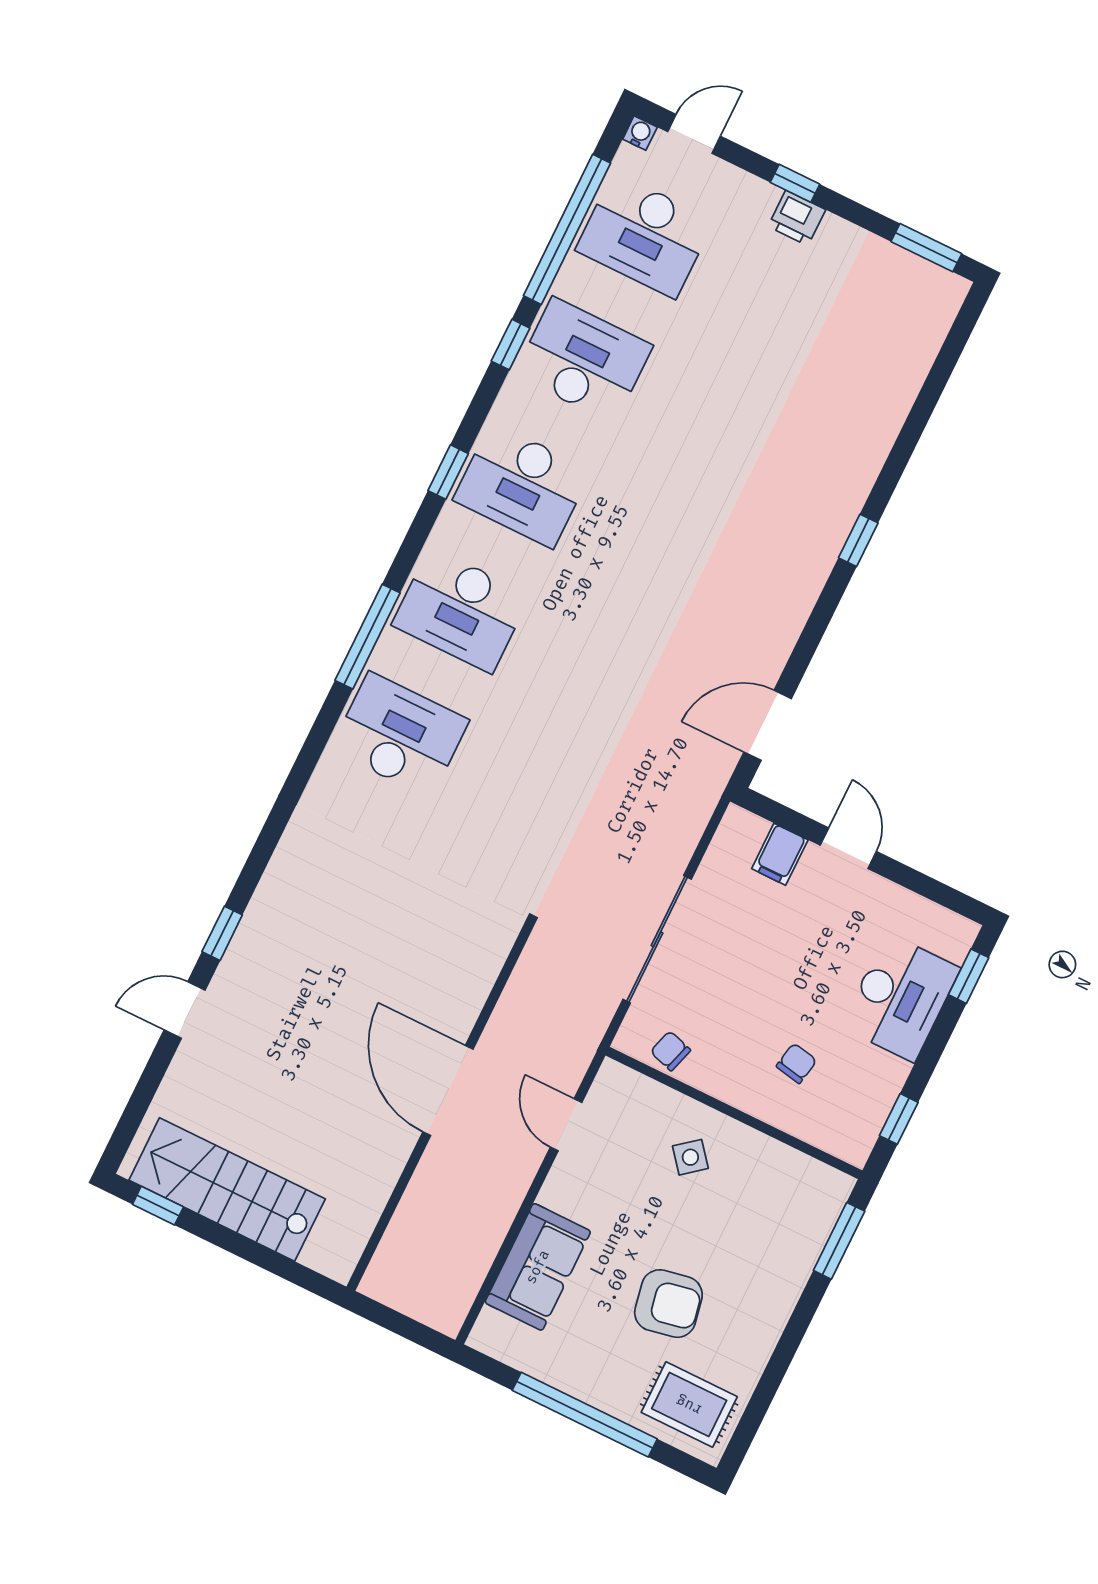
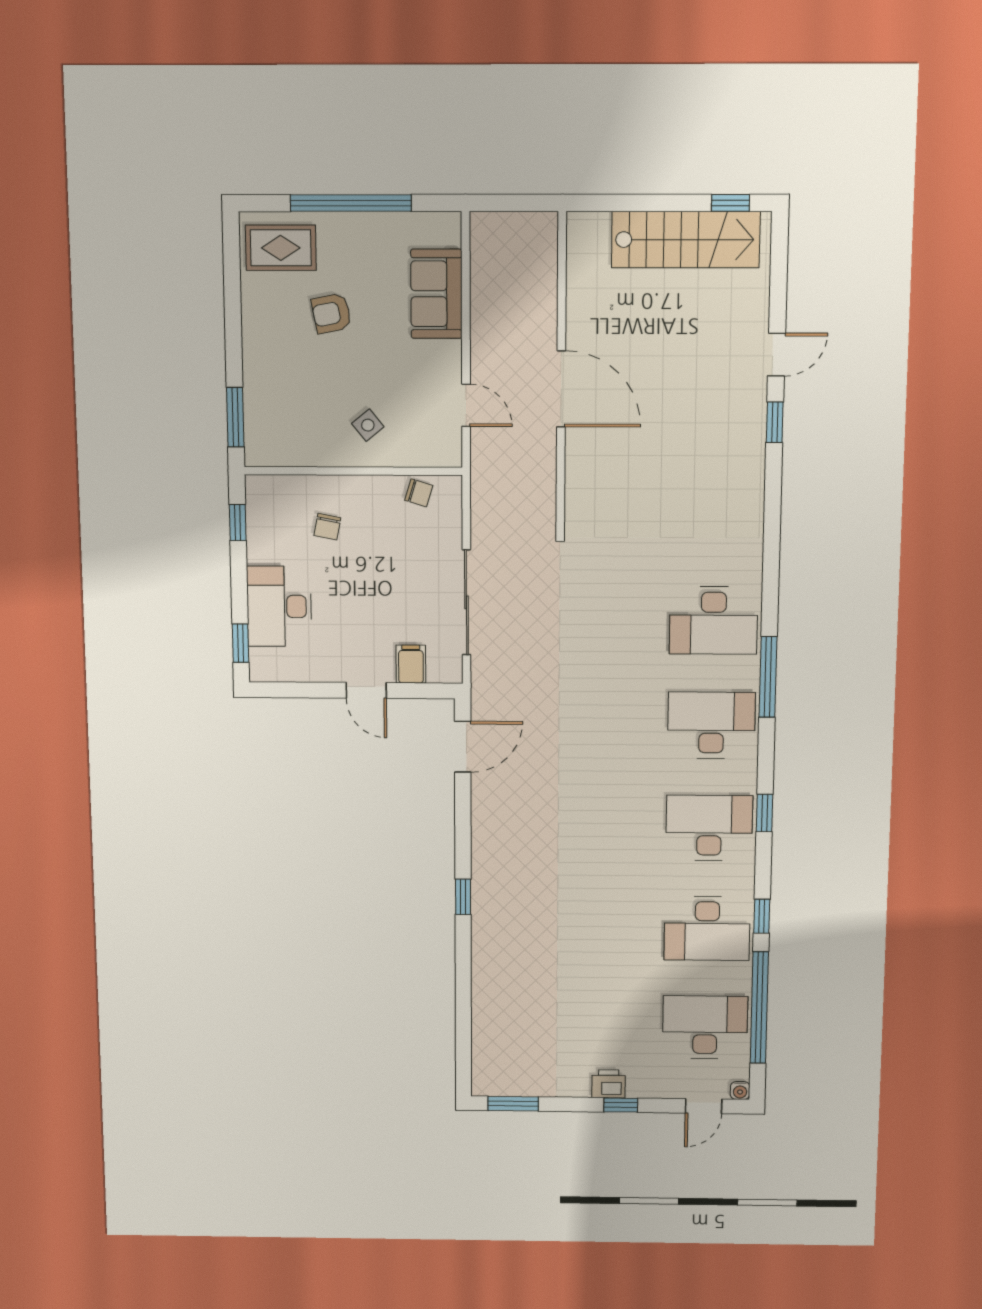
sliding door: (657, 939) -> (466, 602), moved
armchair: (668, 1304) -> (331, 313), width x0.72, depth x0.72

